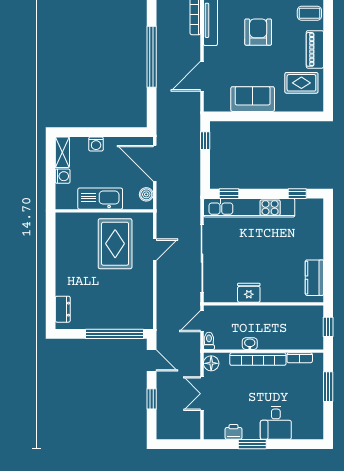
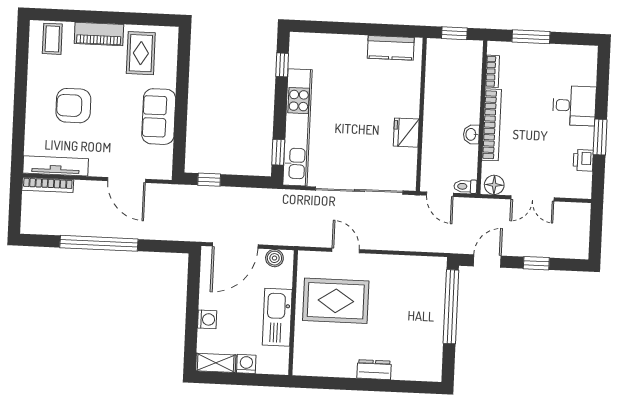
dresser: (63, 309) -> (374, 370), moved

